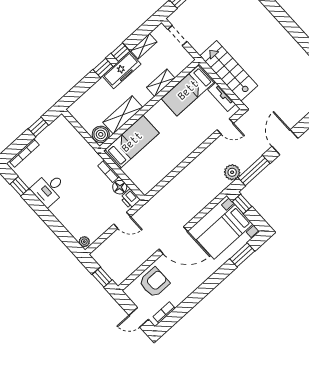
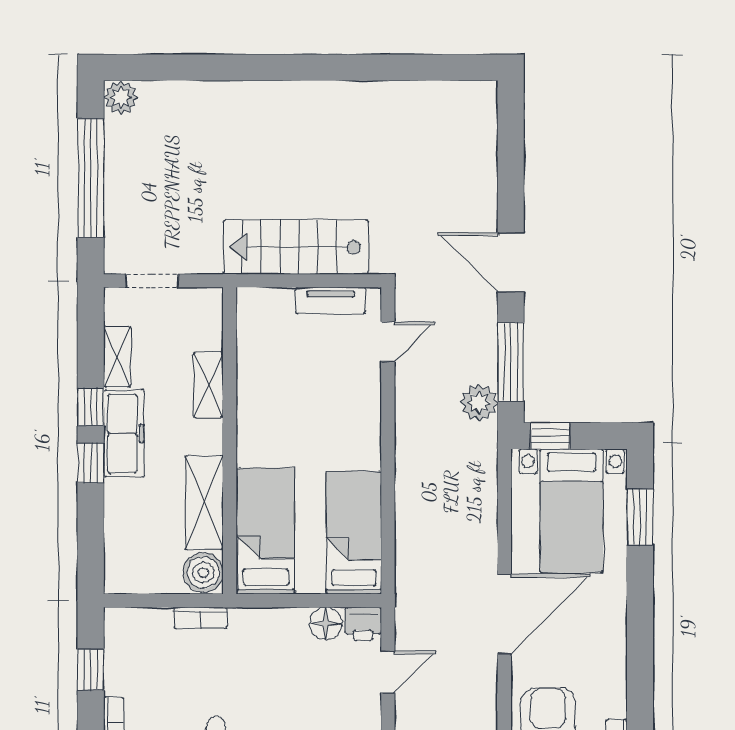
bed: (188, 90) -> (354, 533), moved, turned 180
bookcase: (108, 171) -> (200, 618), moved

